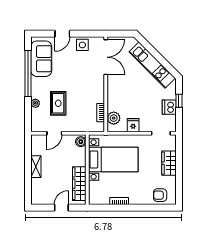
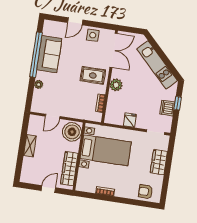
sofa: (41, 59) -> (49, 54), moved
rug: (58, 103) -> (93, 75), moved, turned 90
plant: (114, 118) -> (116, 85), moved
boiler: (81, 142) -> (72, 132), width x1.86, depth x1.86

